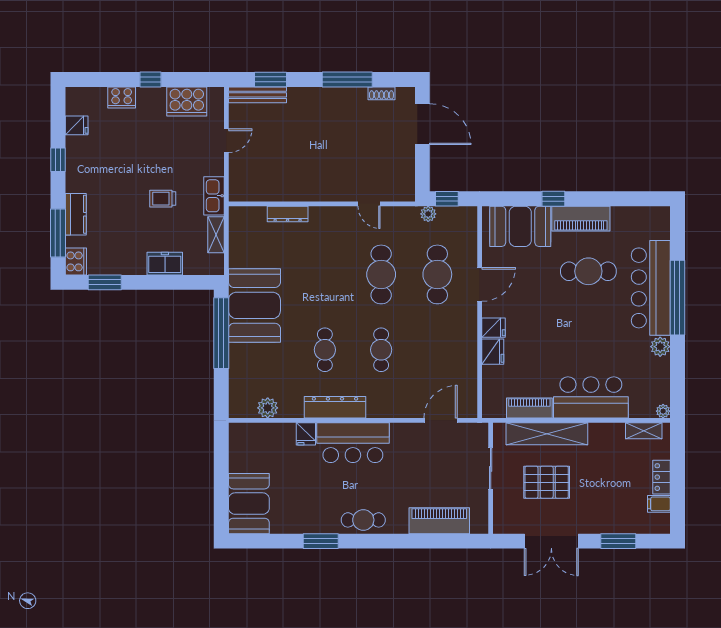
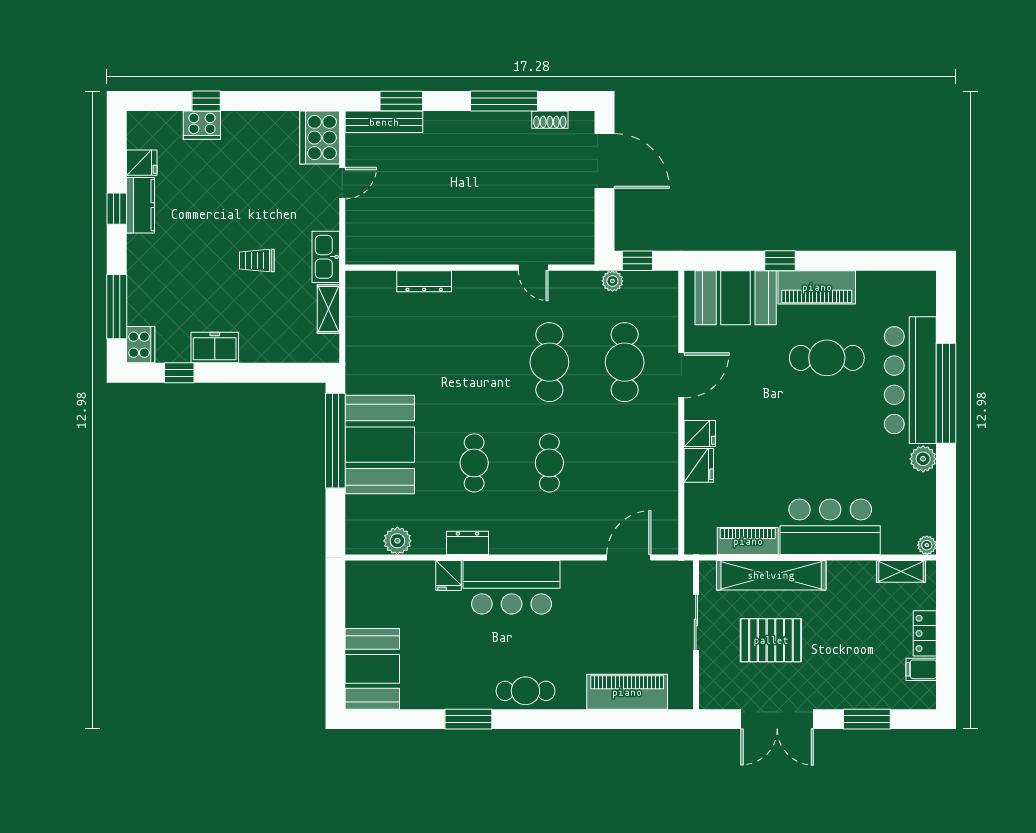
window: (150, 79) -> (206, 101), moved
cooker: (187, 101) -> (320, 138), moved, turned 90
kitchen counter: (76, 214) -> (141, 205), moved
freezer: (165, 264) -> (215, 348), moved
window: (105, 282) -> (179, 373), width x0.67
booth: (254, 305) -> (380, 445), moved
dresser: (335, 407) -> (467, 543), width x0.51, depth x0.80

